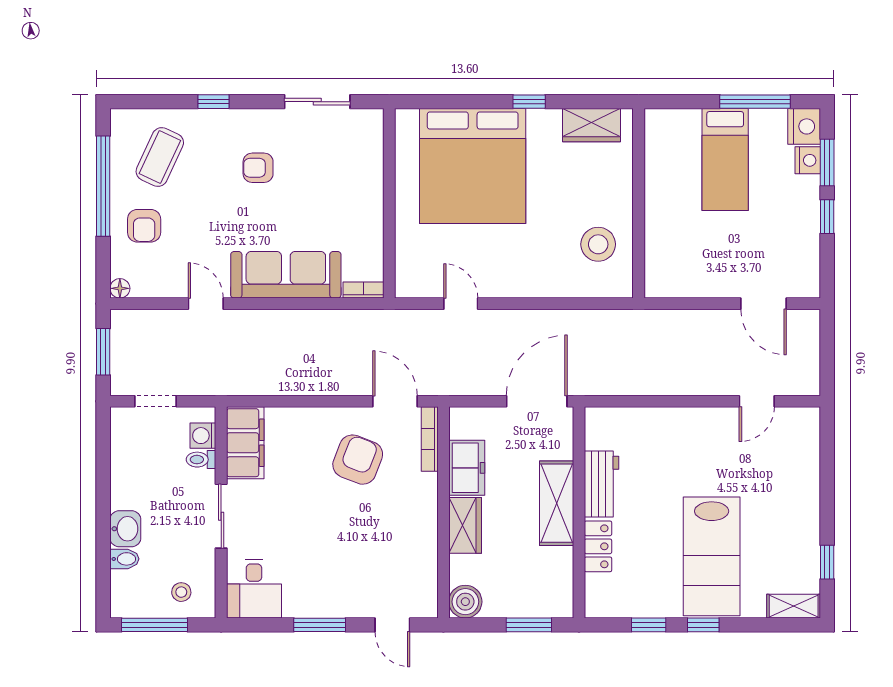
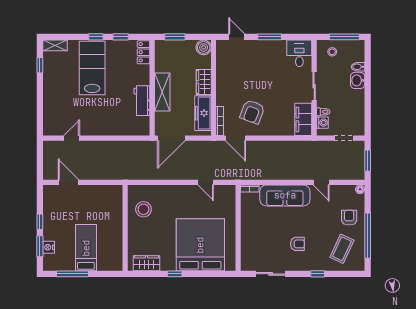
nightstand: (804, 126) -> (50, 263), removed
freezer: (467, 468) -> (203, 113), width x1.40
locker: (598, 546) -> (144, 52), moved

